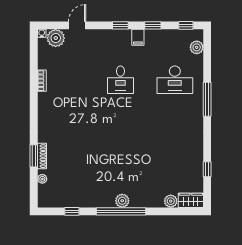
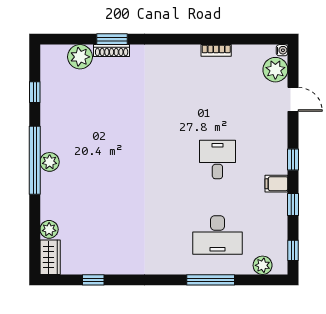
desk: (120, 80) -> (217, 160), turned 90
desk: (175, 80) -> (217, 235), turned -90
window: (207, 99) -> (211, 280), moved
plant: (42, 179) -> (80, 57), width x1.88, depth x1.88

